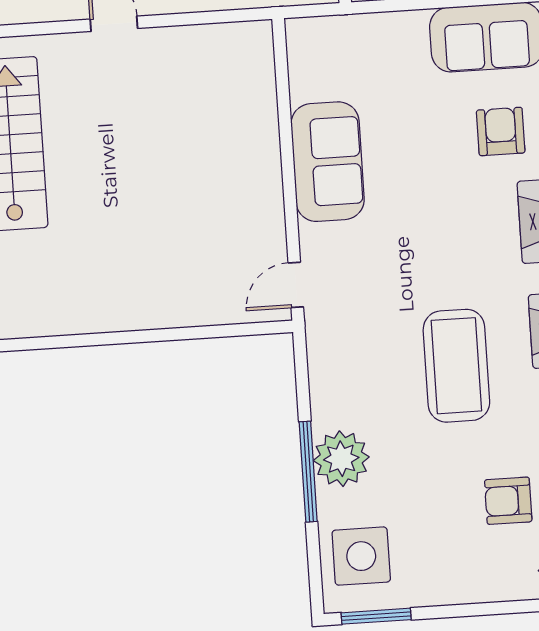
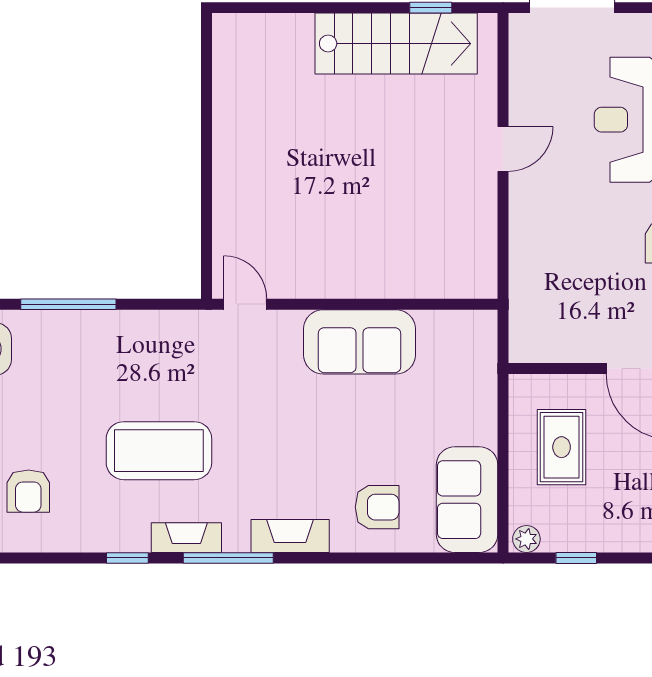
plant: (341, 459) -> (78, 336), removed
armchair: (508, 501) -> (28, 491), turned 180

